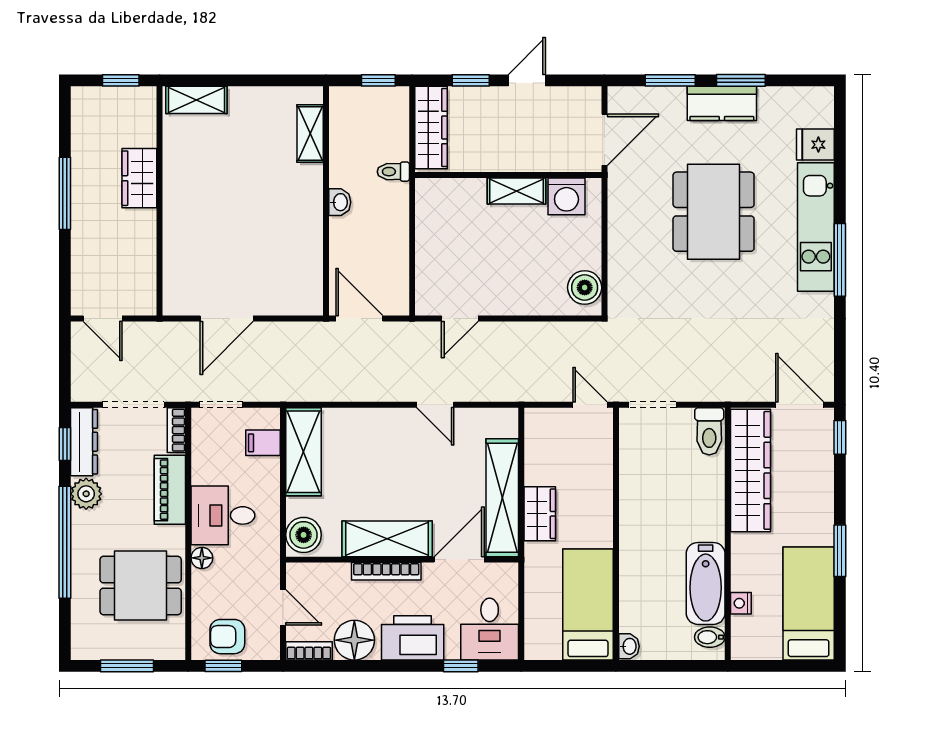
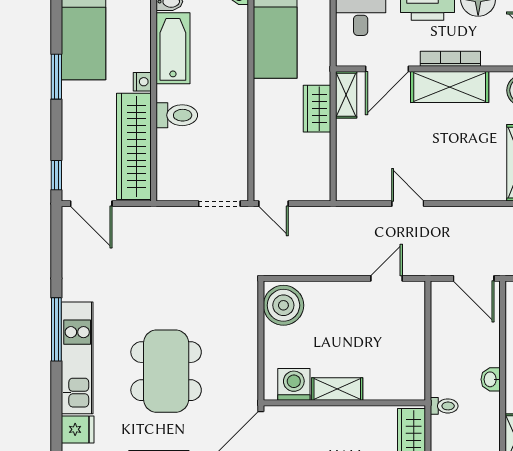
boiler: (585, 288) -> (283, 305), width x1.37, depth x1.37
toilet: (709, 431) -> (177, 115), moved, turned 90
shelving: (502, 498) -> (346, 95), width x0.45, depth x0.75
nightstand: (741, 603) -> (142, 82), moved

